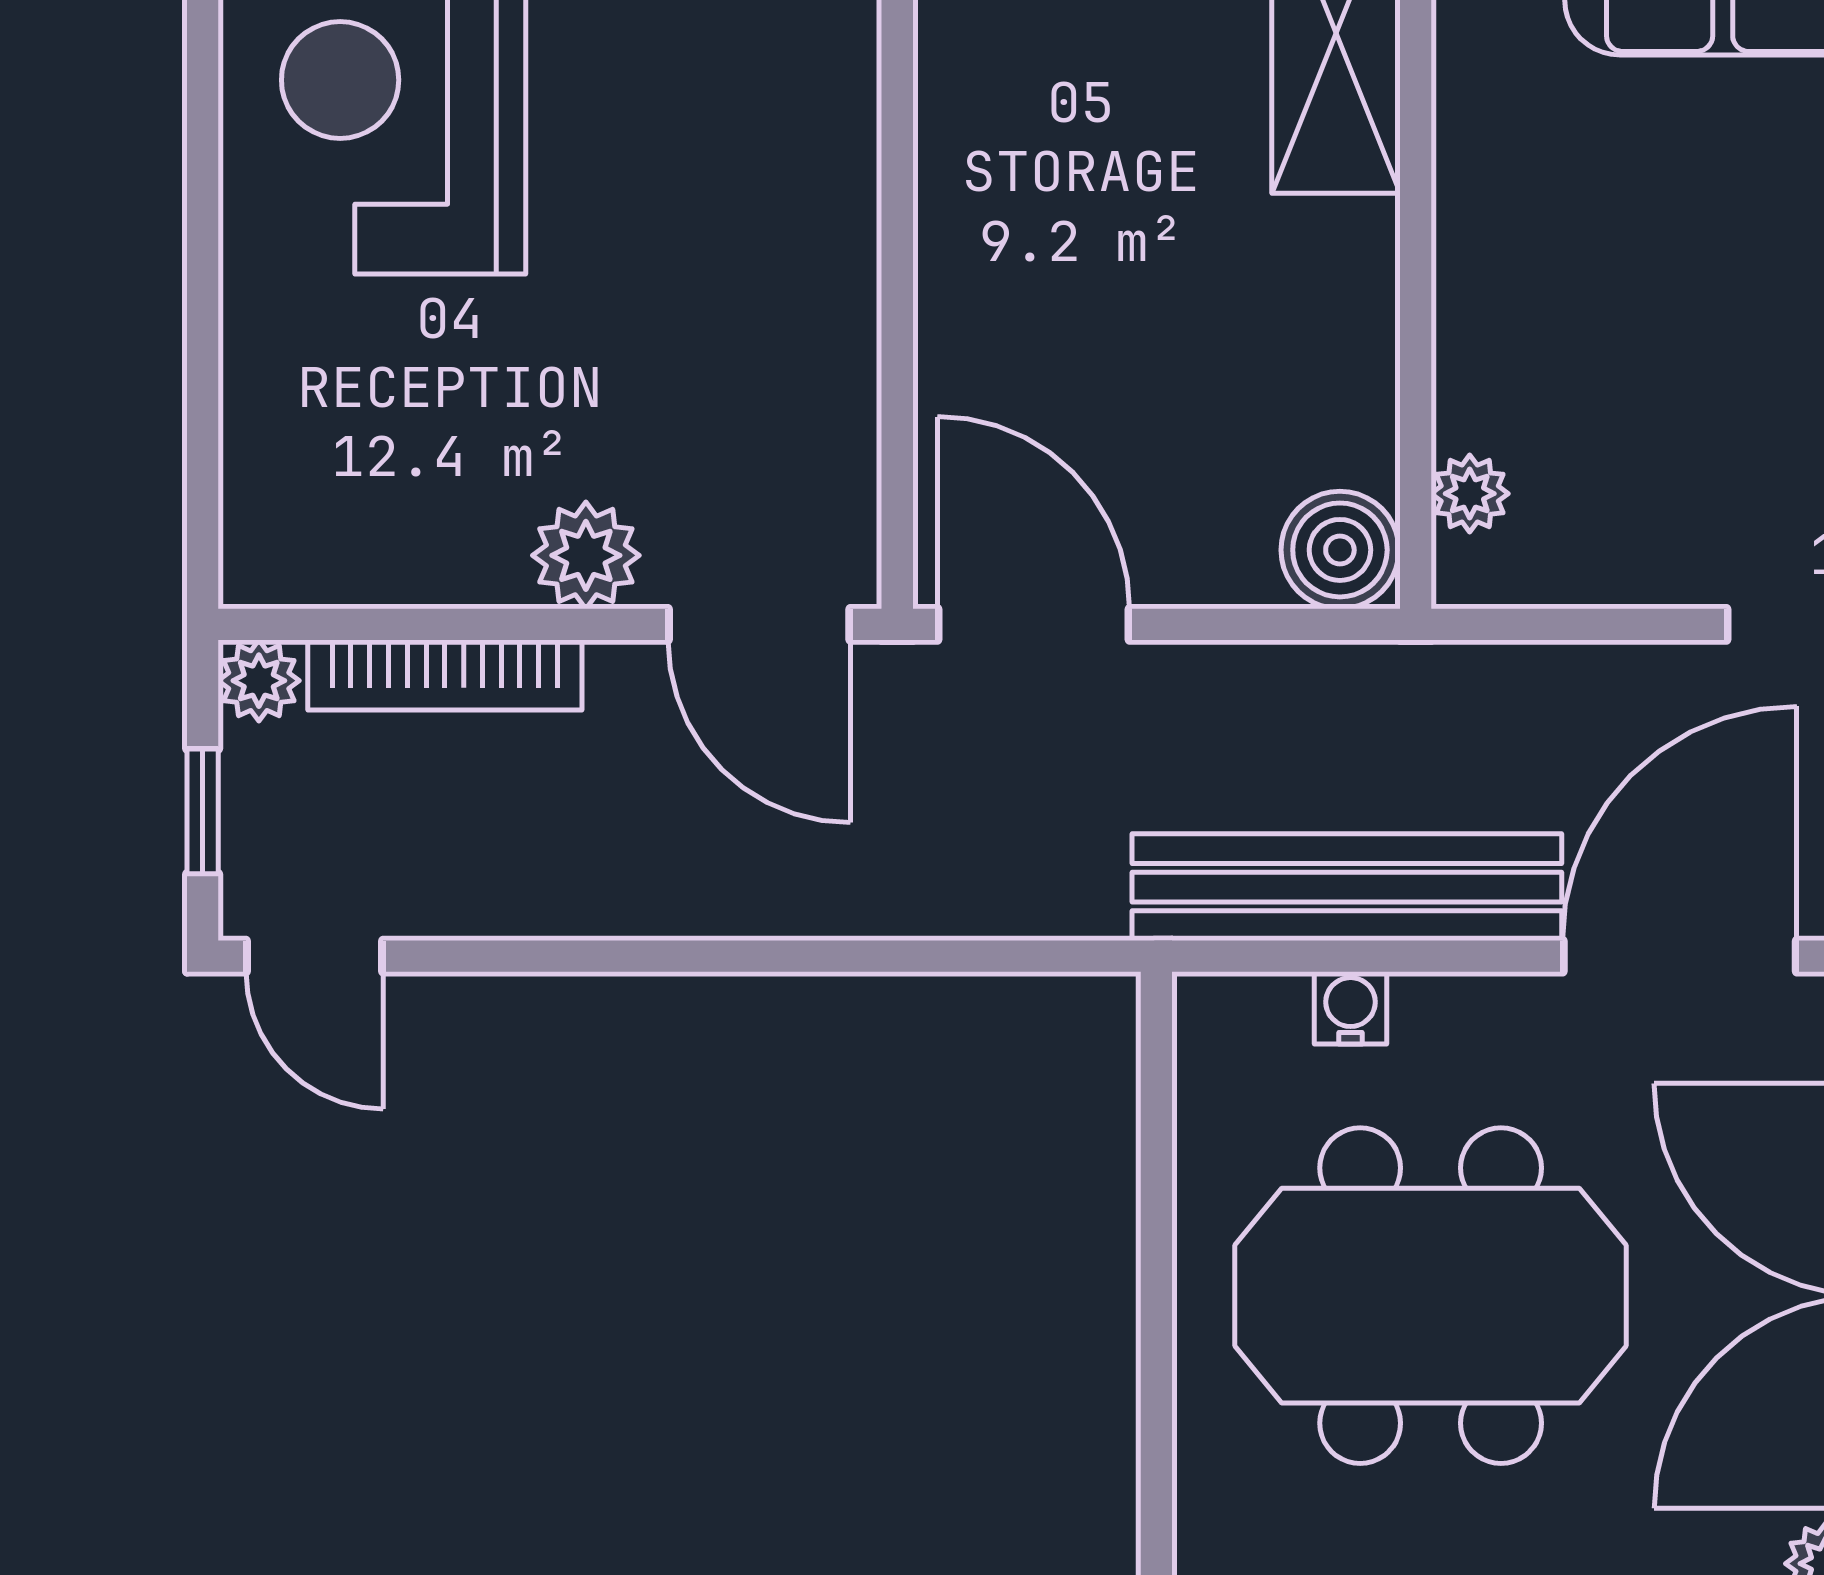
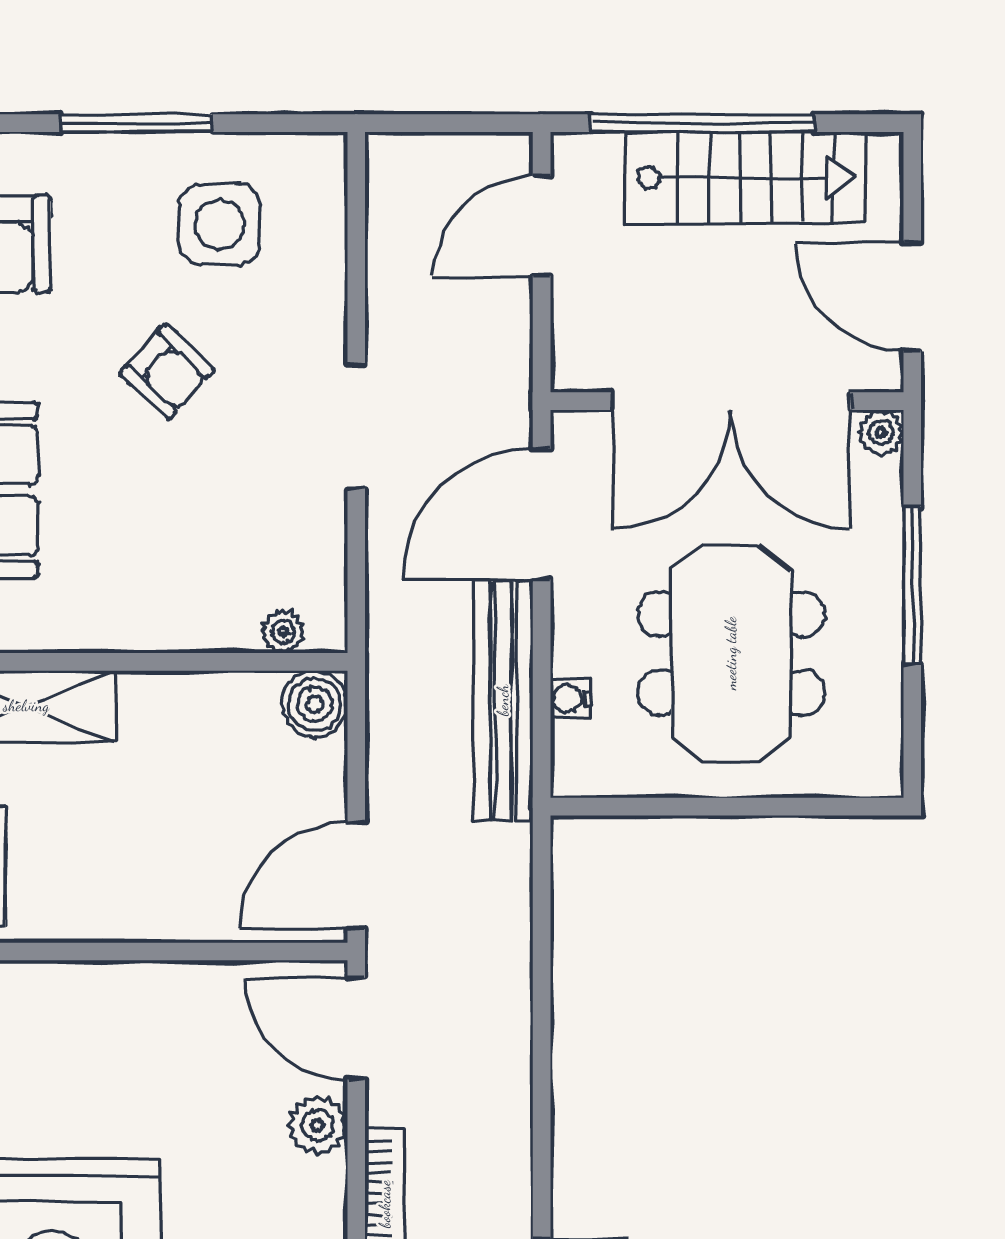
door: (759, 624) -> (356, 1029), swing flipped
door: (1680, 956) -> (542, 514), hinge flipped

